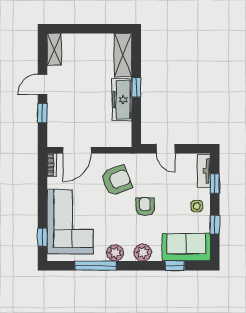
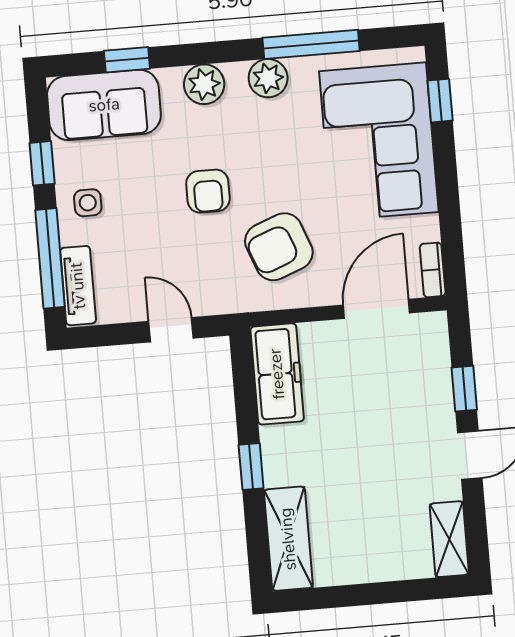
freezer: (122, 99) -> (277, 374), moved
window: (215, 184) -> (50, 258), width x2.17

